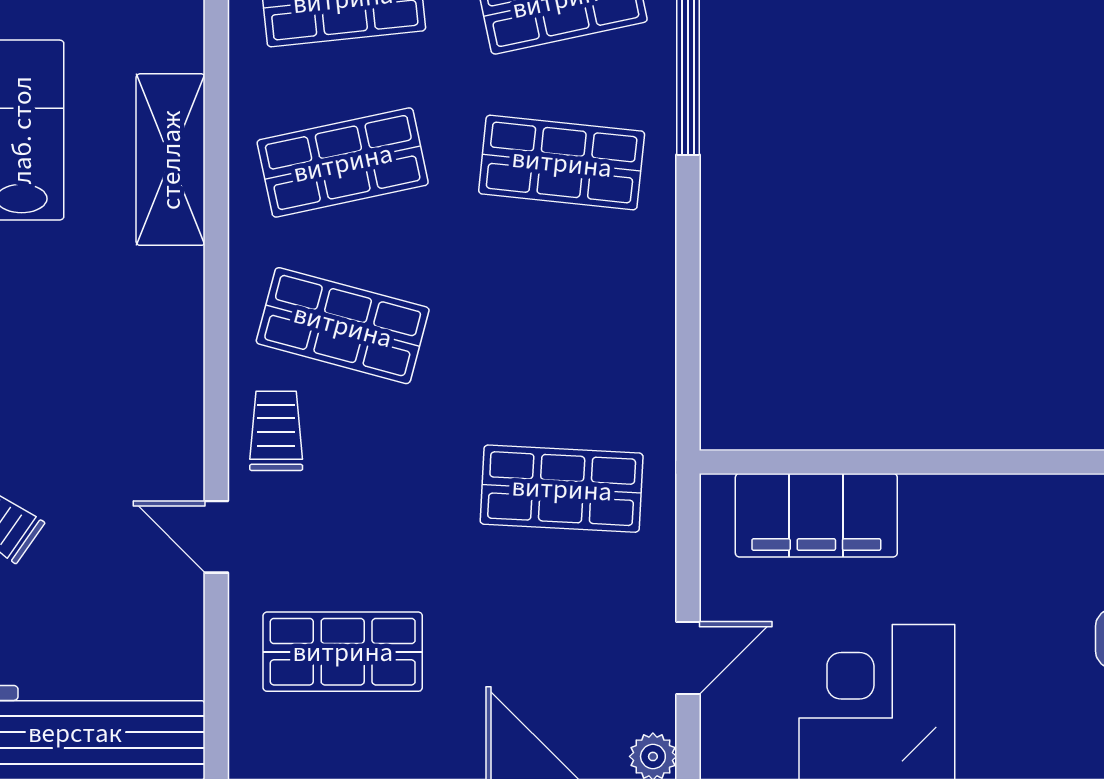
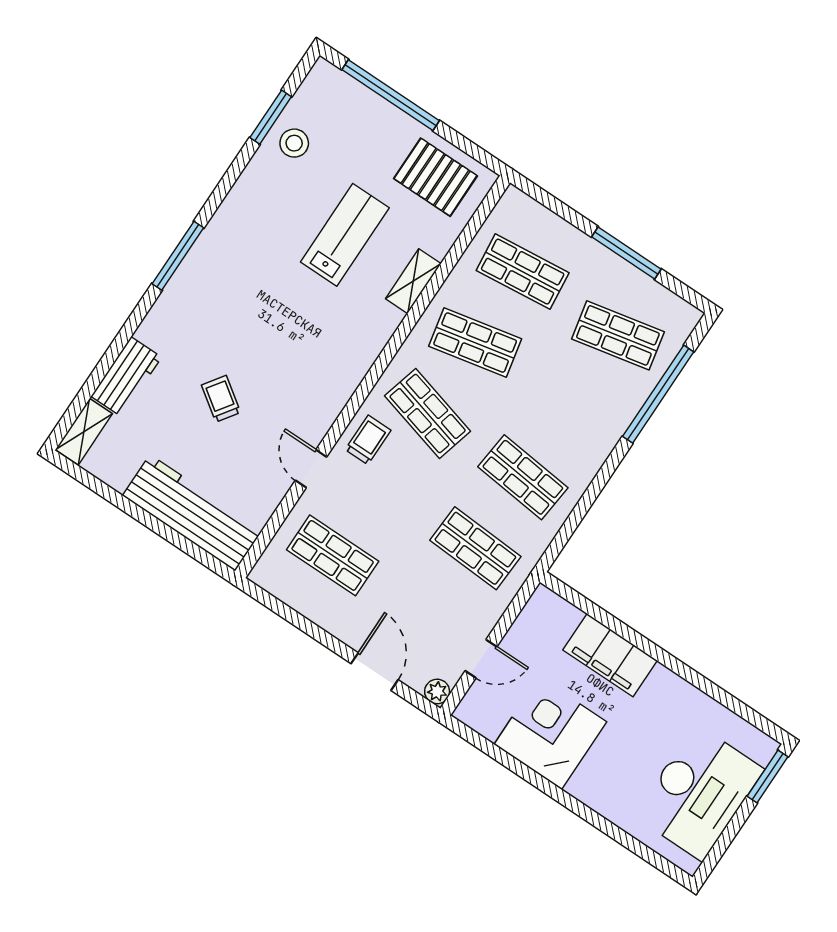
shelving: (171, 160) -> (413, 281), width x0.67, depth x0.75
shop shelf: (562, 163) -> (523, 477), moved
filing cabinet: (816, 515) -> (610, 655), moved

